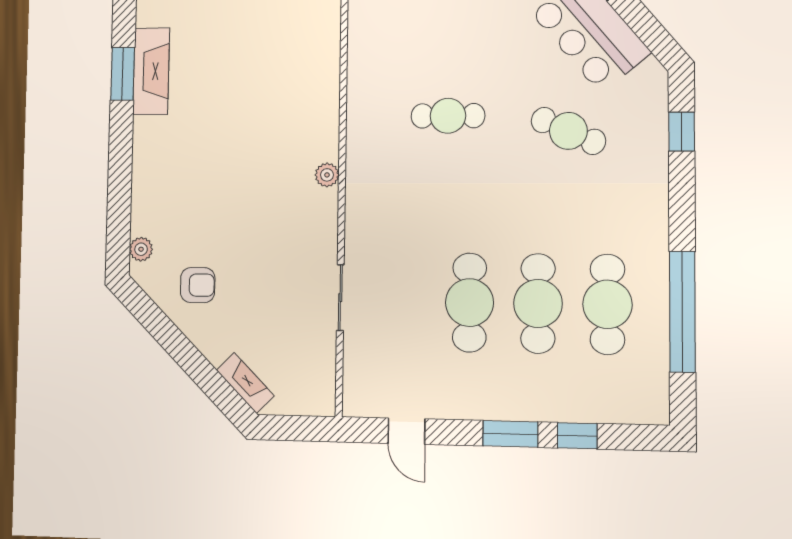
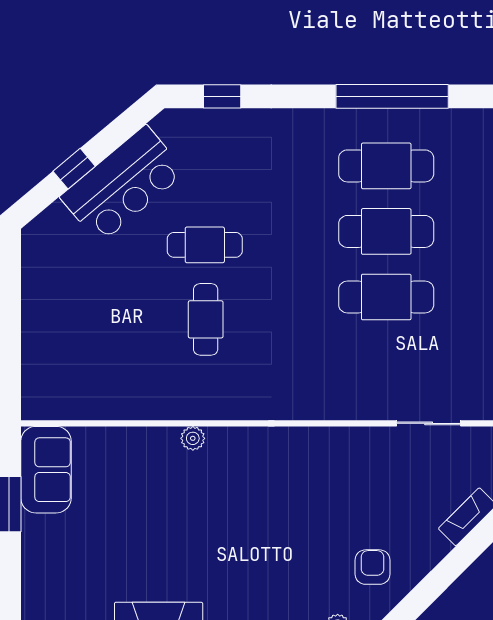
cafe table: (568, 131) -> (205, 245), moved, turned 66
plant: (327, 175) -> (193, 438), moved
sliding door: (340, 298) -> (429, 423), moved

